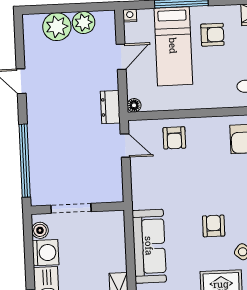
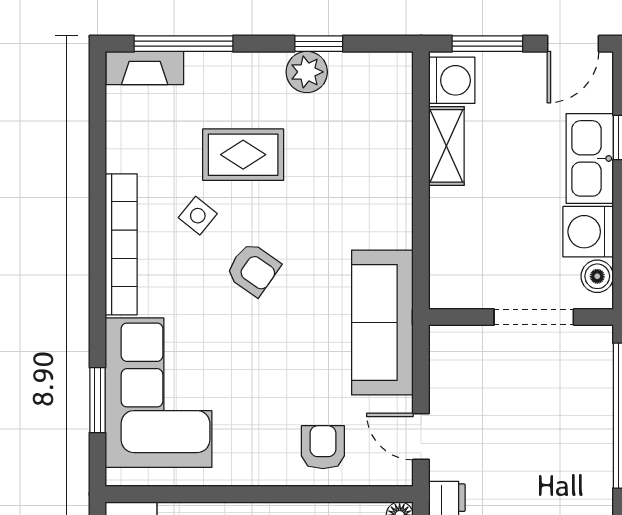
armchair: (214, 226) -> (253, 269), turned -55
sofa: (149, 246) -> (382, 323), moved

